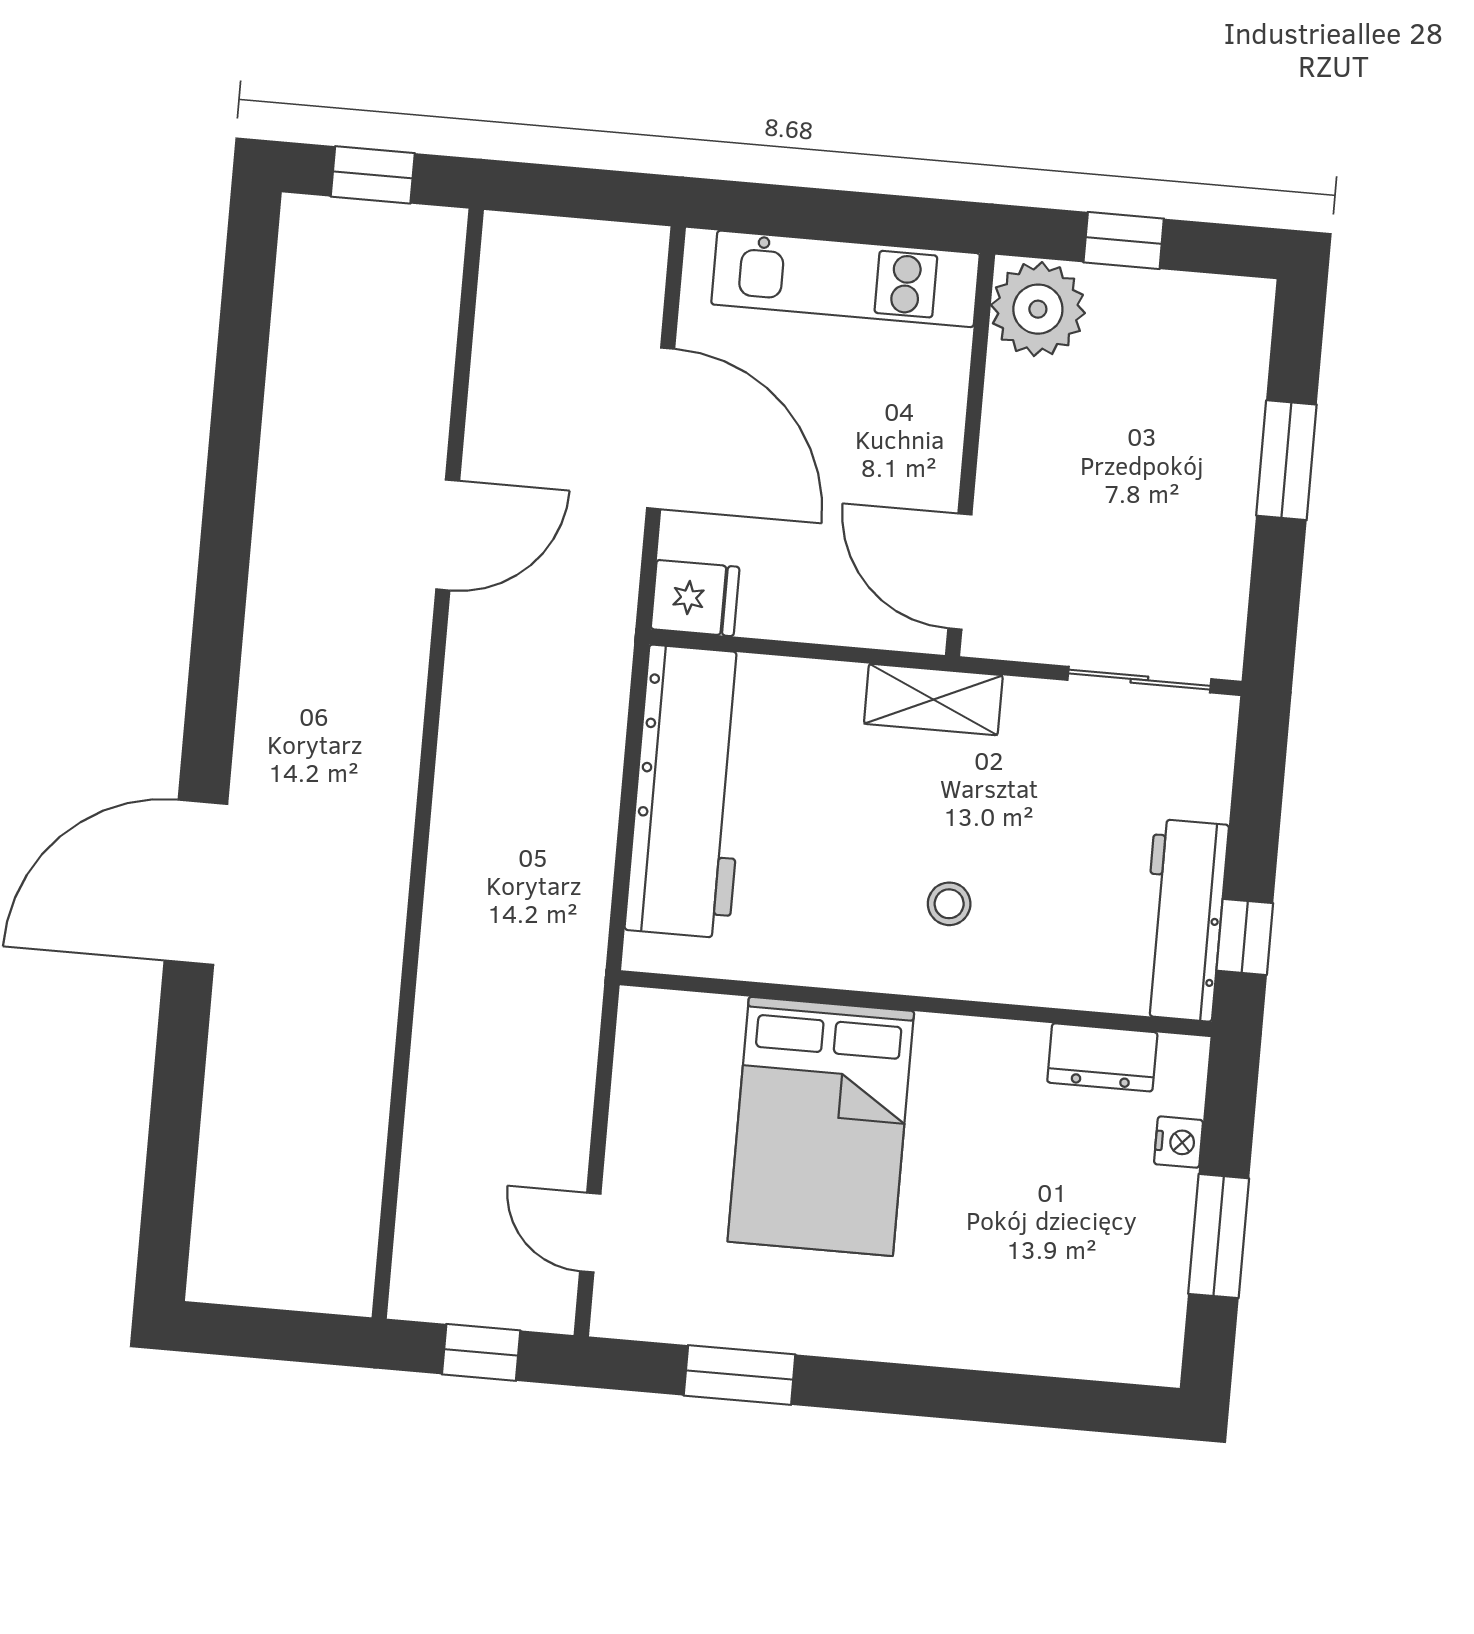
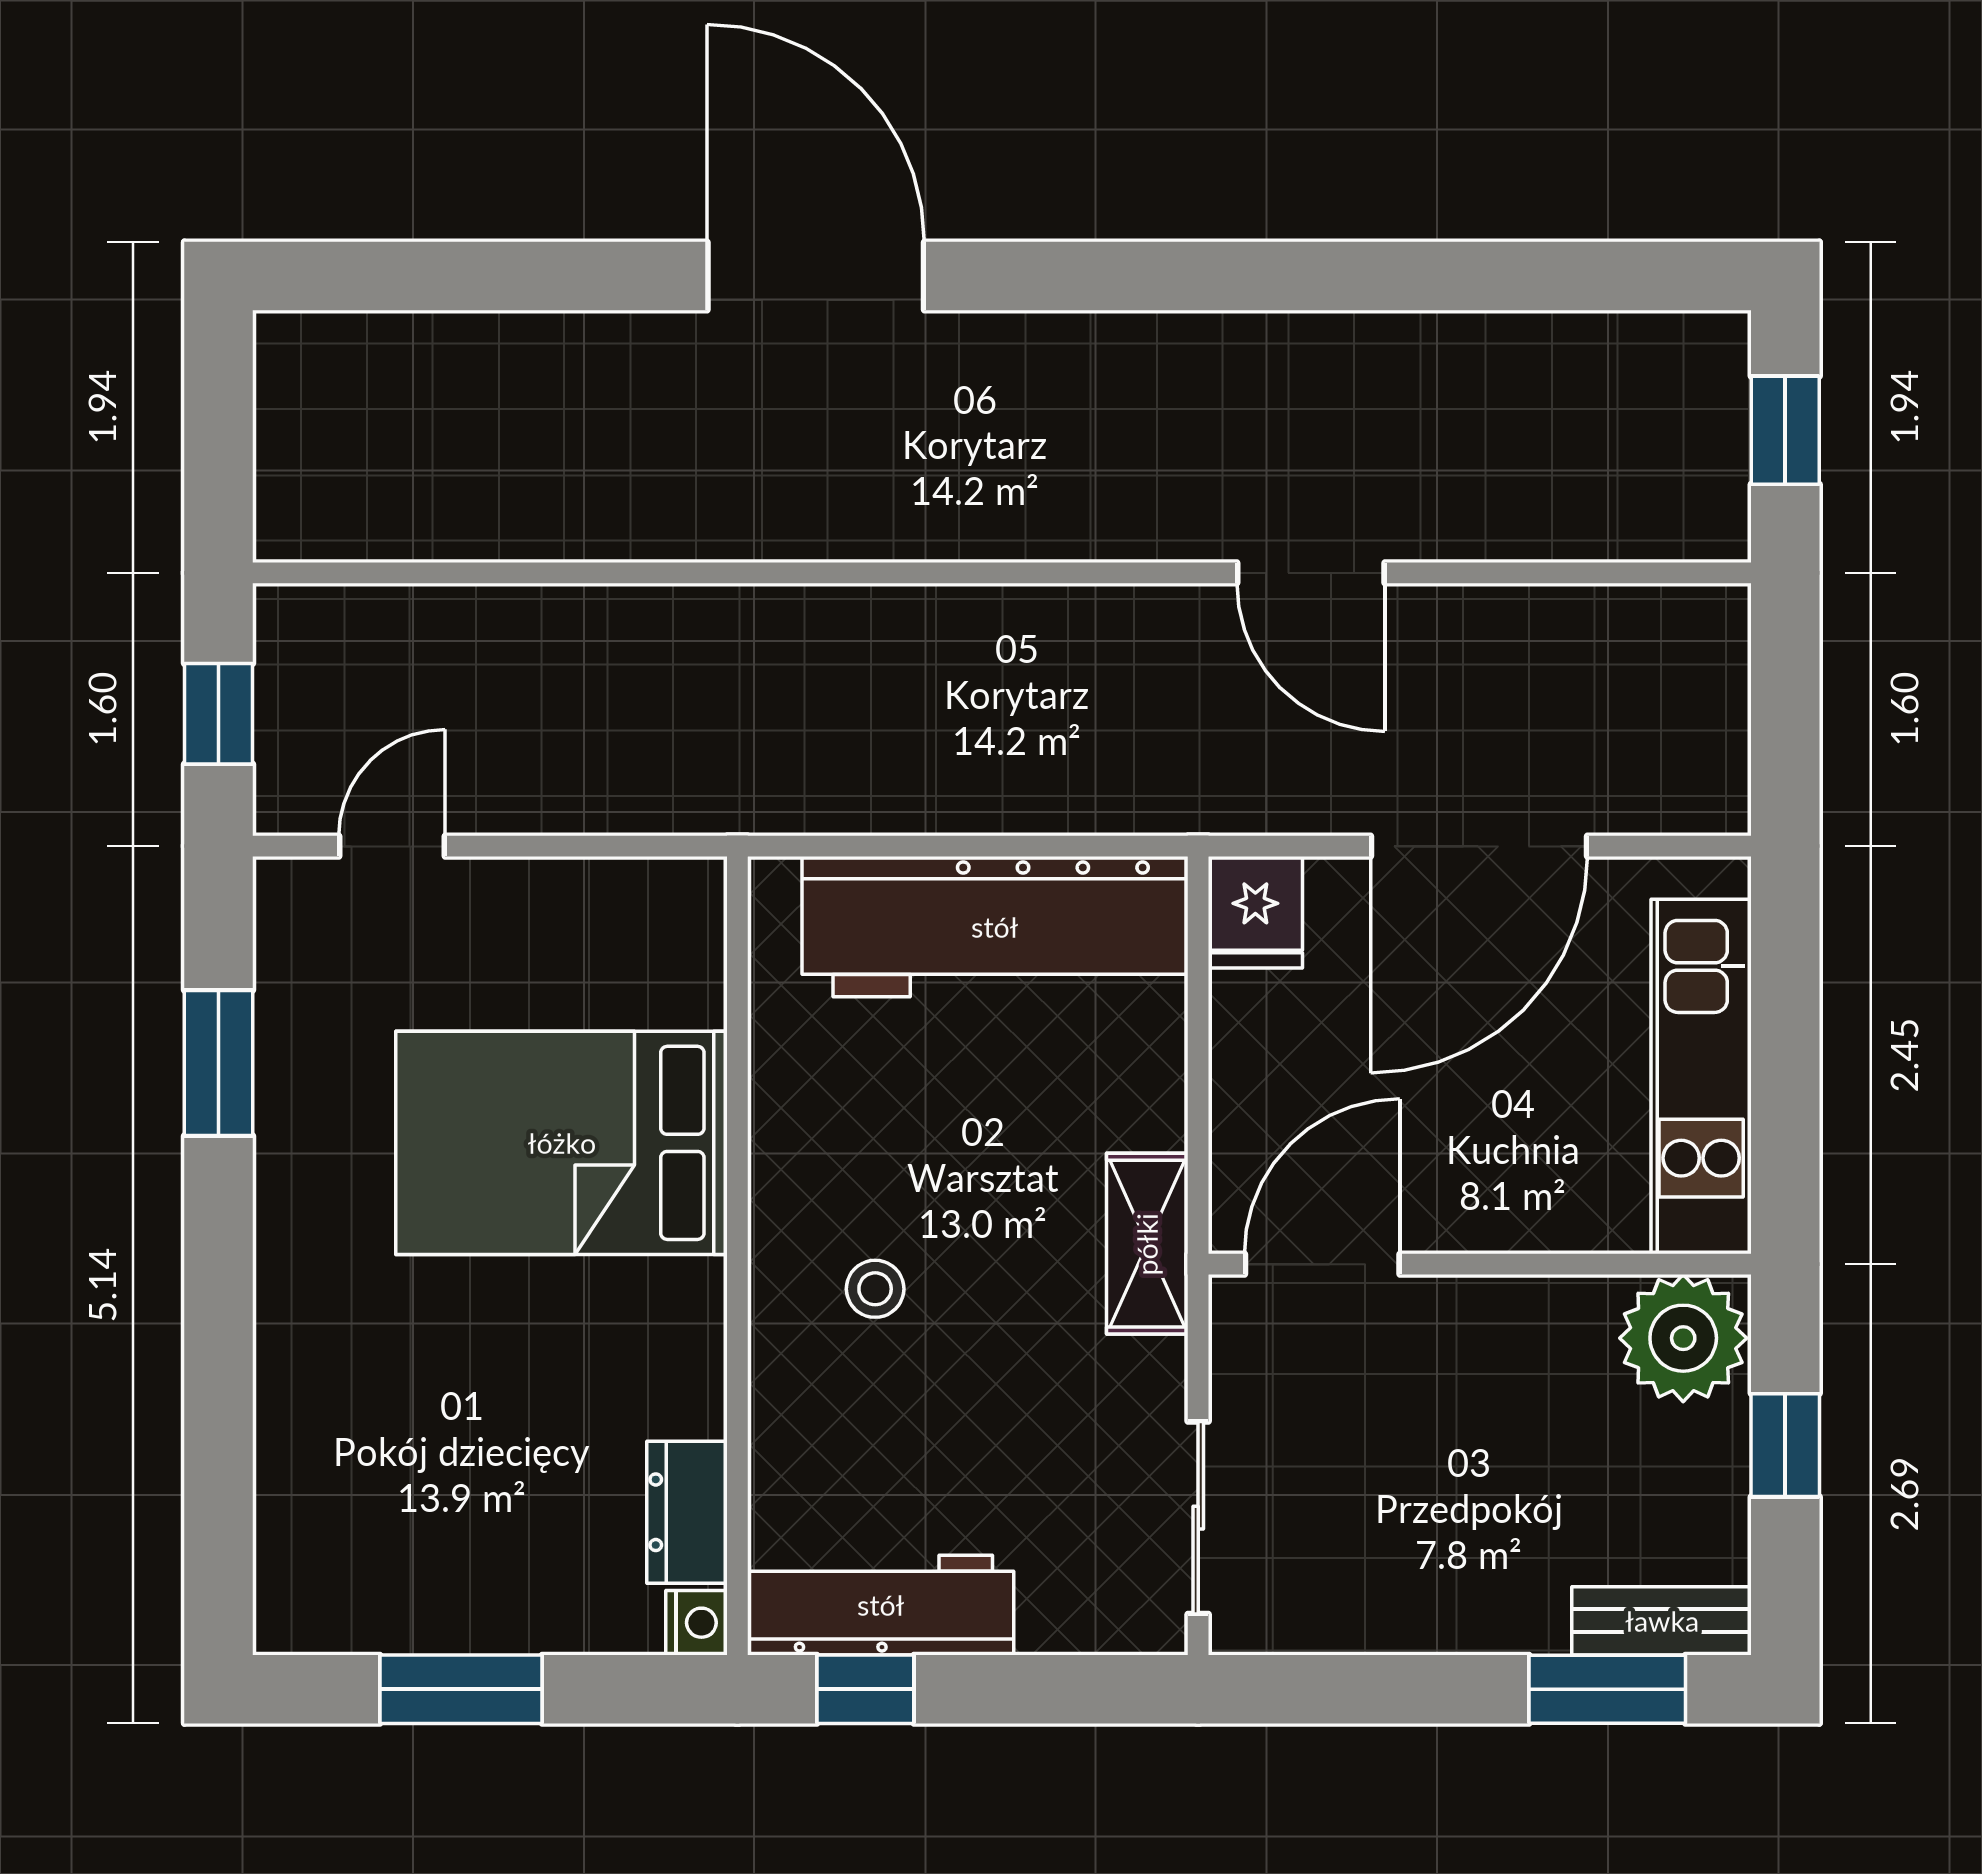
bench: (1246, 343) -> (1662, 1621), added
window: (1286, 460) -> (1607, 1689), moved
nightstand: (1179, 1142) -> (696, 1623), moved, turned -90

